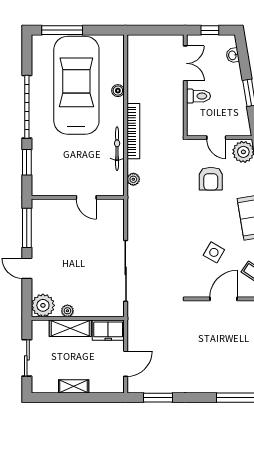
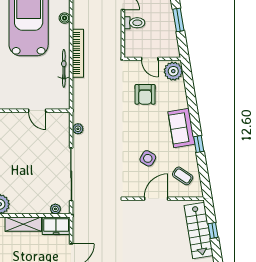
plant: (133, 179) -> (78, 129), moved
plant: (67, 311) -> (55, 209), moved

